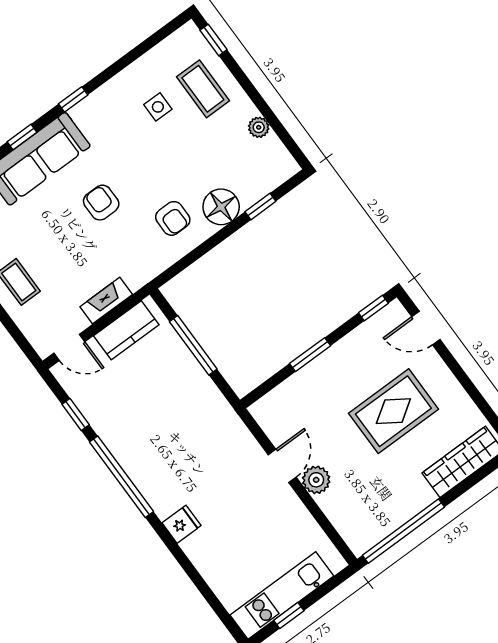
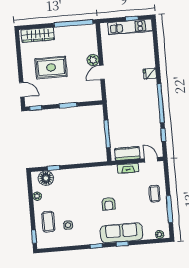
floor lamp: (221, 207) -> (46, 178), moved
armchair: (173, 218) -> (87, 183), removed

